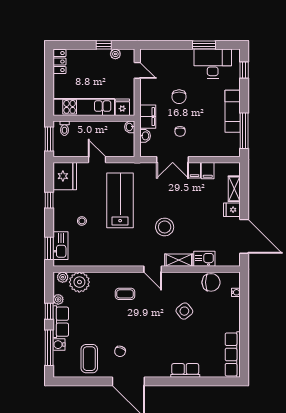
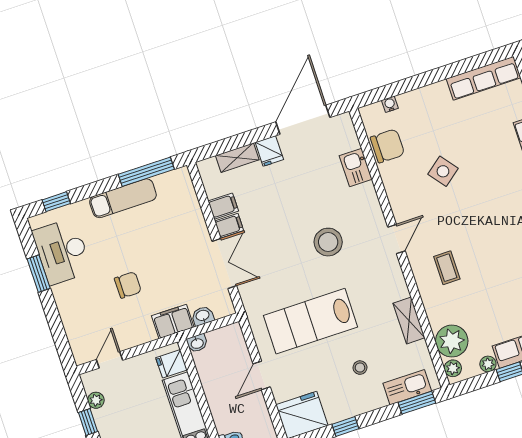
chair: (180, 131) -> (179, 266), removed
shelving: (179, 260) -> (409, 320), moved
chair: (211, 282) -> (387, 146), turned 90

